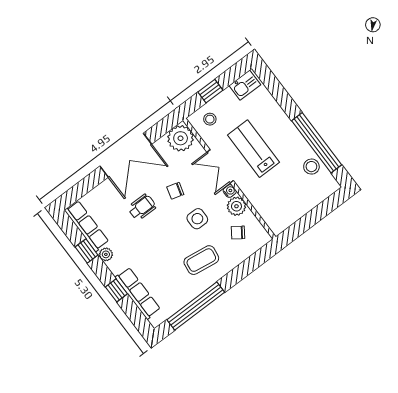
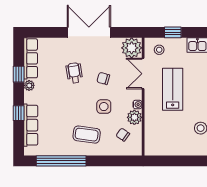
double door: (126, 155) -> (89, 32), swing flipped
double door: (220, 166) -> (143, 74), moved
wheelchair: (142, 207) -> (74, 73), turned -99

